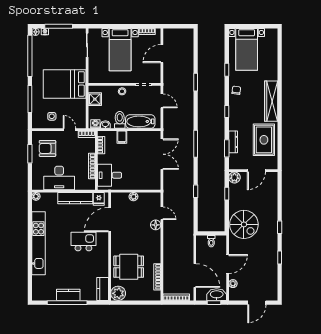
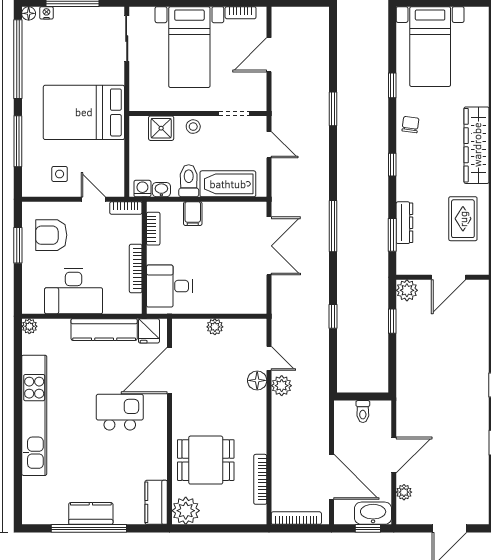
shower: (95, 99) -> (161, 128), moved
rug: (264, 140) -> (463, 219), width x0.73, depth x0.70
spiral stairs: (244, 224) -> (425, 380), removed
plant: (169, 228) -> (282, 386), added

